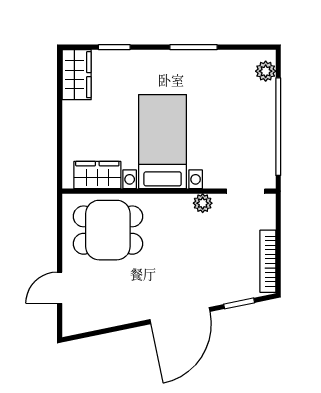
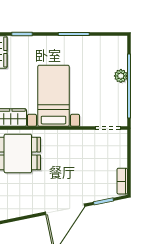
plant: (266, 71) -> (121, 76), moved
plant: (203, 203) -> (80, 136), removed
bookcase: (268, 261) -> (122, 181), width x0.64

